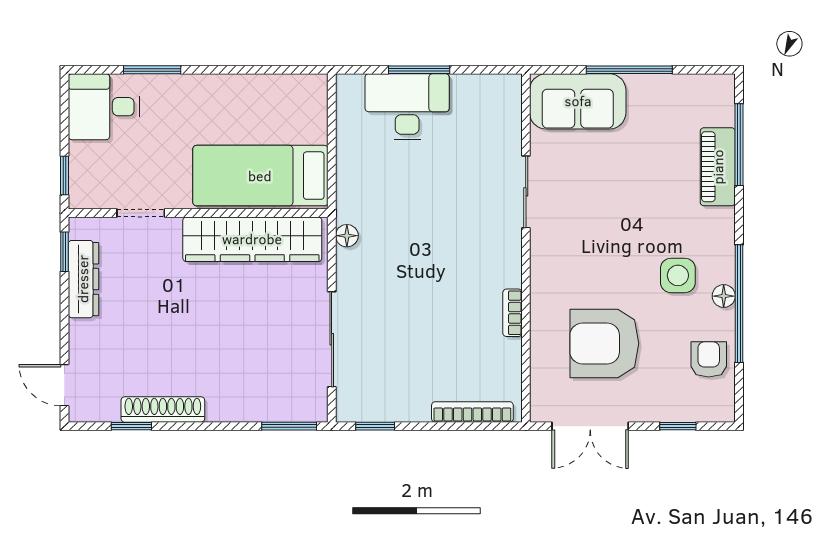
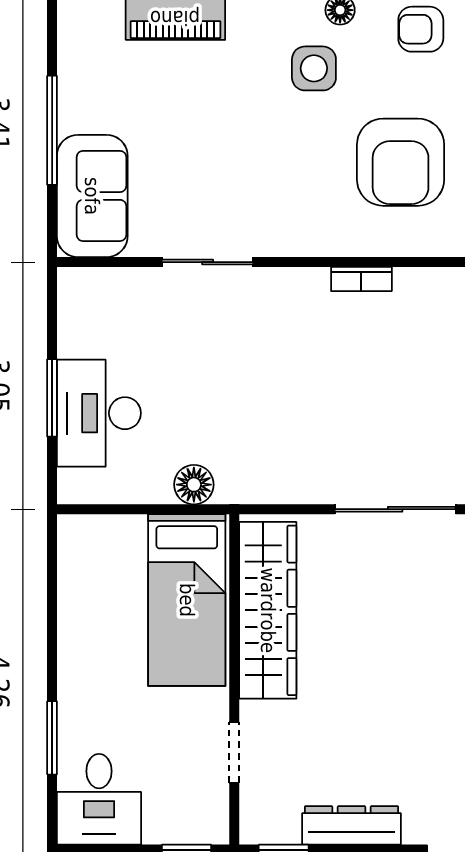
floor lamp: (347, 236) -> (194, 485), moved, width x1.37, depth x1.37
dresser: (83, 279) -> (352, 825), moved

